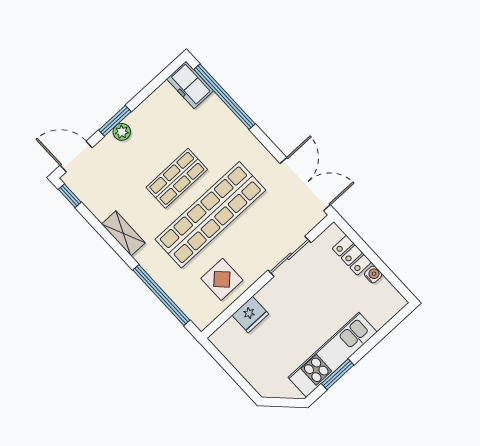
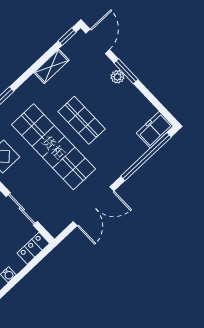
double door: (305, 184) -> (94, 206), moved
shelving: (123, 233) -> (51, 66), moved
locker: (352, 255) -> (33, 248), moved

